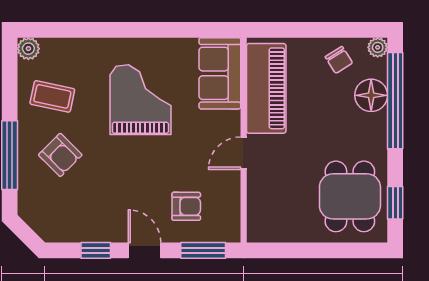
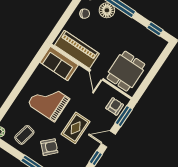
rug: (125, 179) -> (76, 128), added
dining table: (350, 196) -> (126, 71), moved, turned 90
armchair: (186, 206) -> (115, 106), moved

